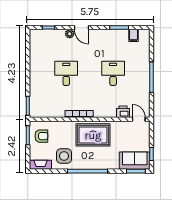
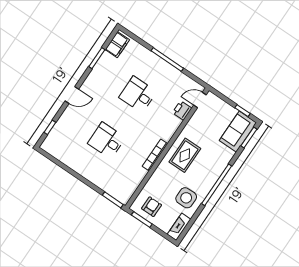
plant: (70, 34) -> (70, 111), removed
filing cabinet: (133, 35) -> (117, 45), width x2.00
rug: (93, 135) -> (185, 155), width x0.73, depth x0.70

